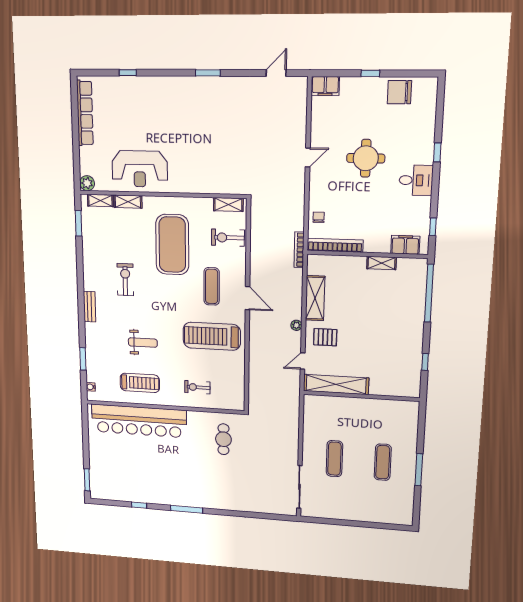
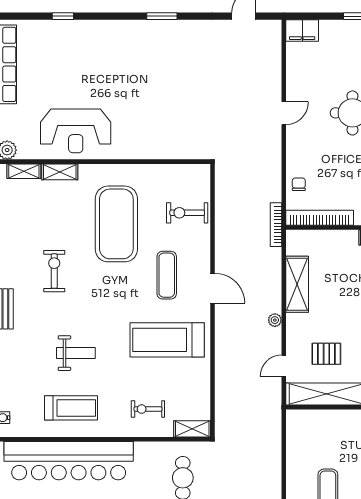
shelving: (228, 205) -> (192, 429), moved
pallet: (325, 337) -> (326, 354), moved

